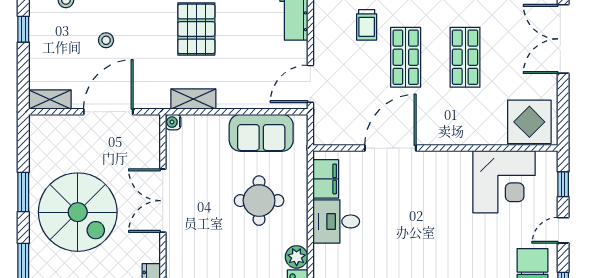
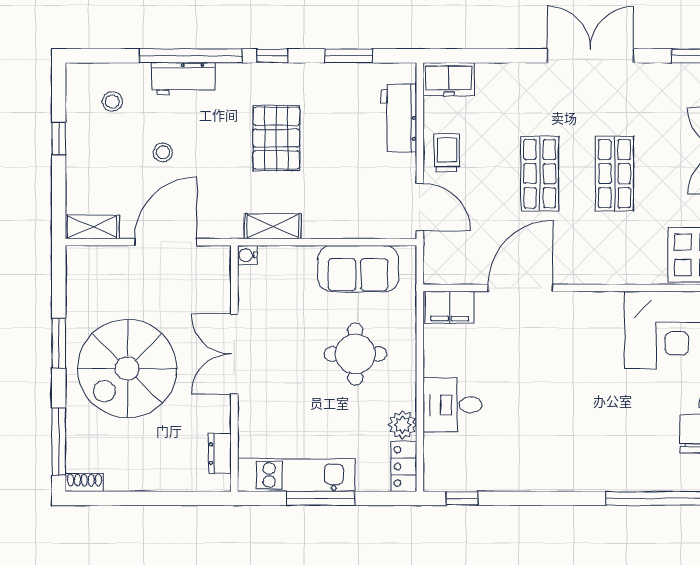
trolley: (367, 25) -> (447, 153), moved, turned 180
door: (310, 84) -> (420, 207), swing flipped
filing cabinet: (326, 179) -> (450, 307), moved, turned 90
spiral stairs: (78, 212) -> (127, 368), turned 90
desk: (336, 221) -> (452, 405), moved

